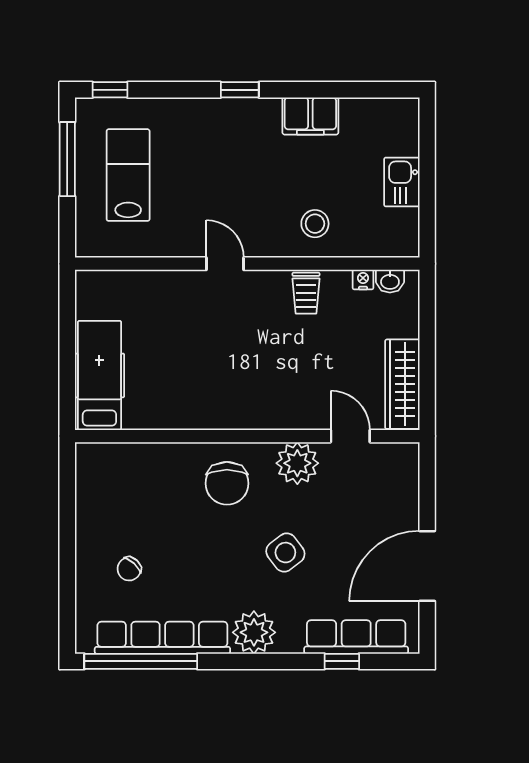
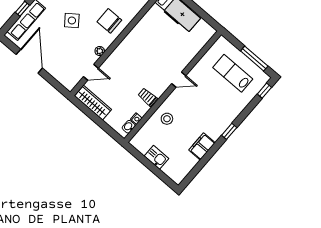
lab bench: (128, 175) -> (233, 73), turned 180
plant: (297, 463) -> (100, 51), width x0.53, depth x0.53

